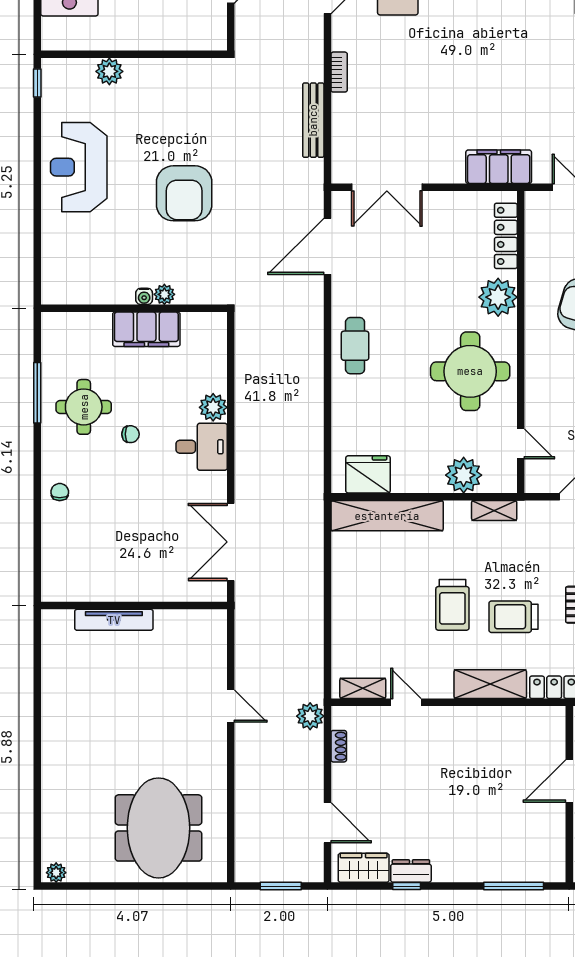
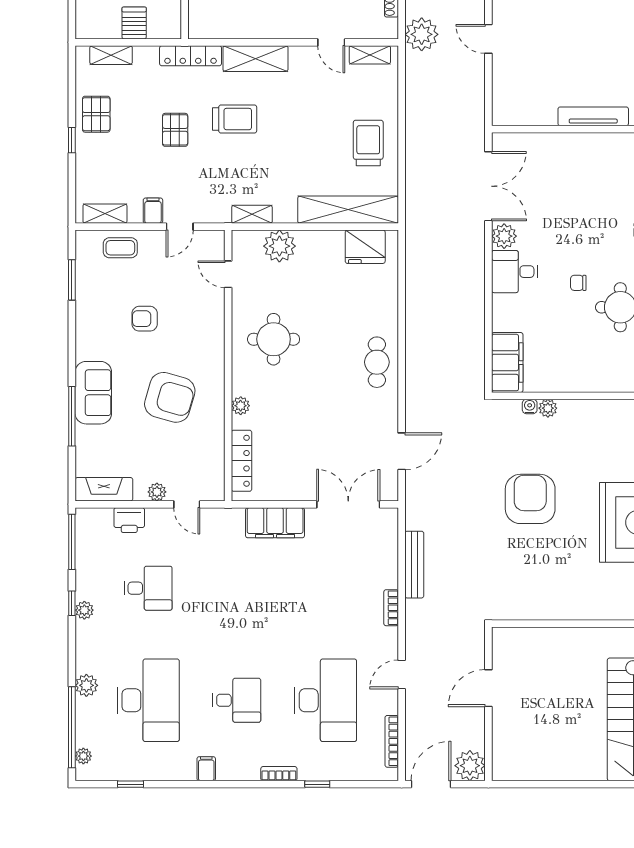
plant: (109, 71) -> (597, 608), removed
filing cabinet: (499, 167) -> (275, 523), moved
door: (327, 246) -> (402, 451), width x0.73
water cooler: (144, 296) -> (530, 406), moved
plant: (498, 297) -> (241, 406), width x0.53, depth x0.53
filing cabinet: (146, 329) -> (507, 363), moved, turned 90
round table: (470, 371) -> (274, 339), width x0.73, depth x0.73
plant: (213, 407) -> (504, 236), moved
trolley: (452, 605) -> (368, 143), moved
plant: (310, 716) -> (422, 34), width x1.36, depth x1.36

